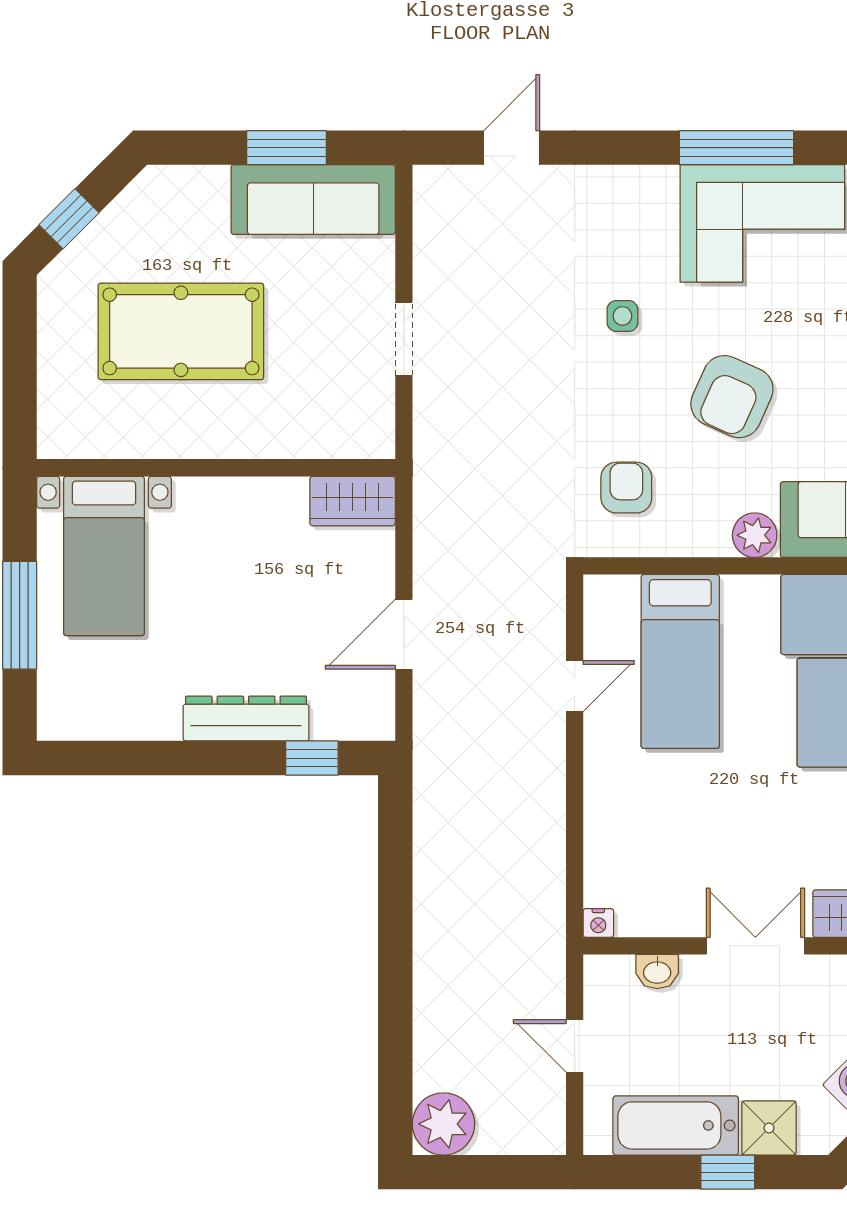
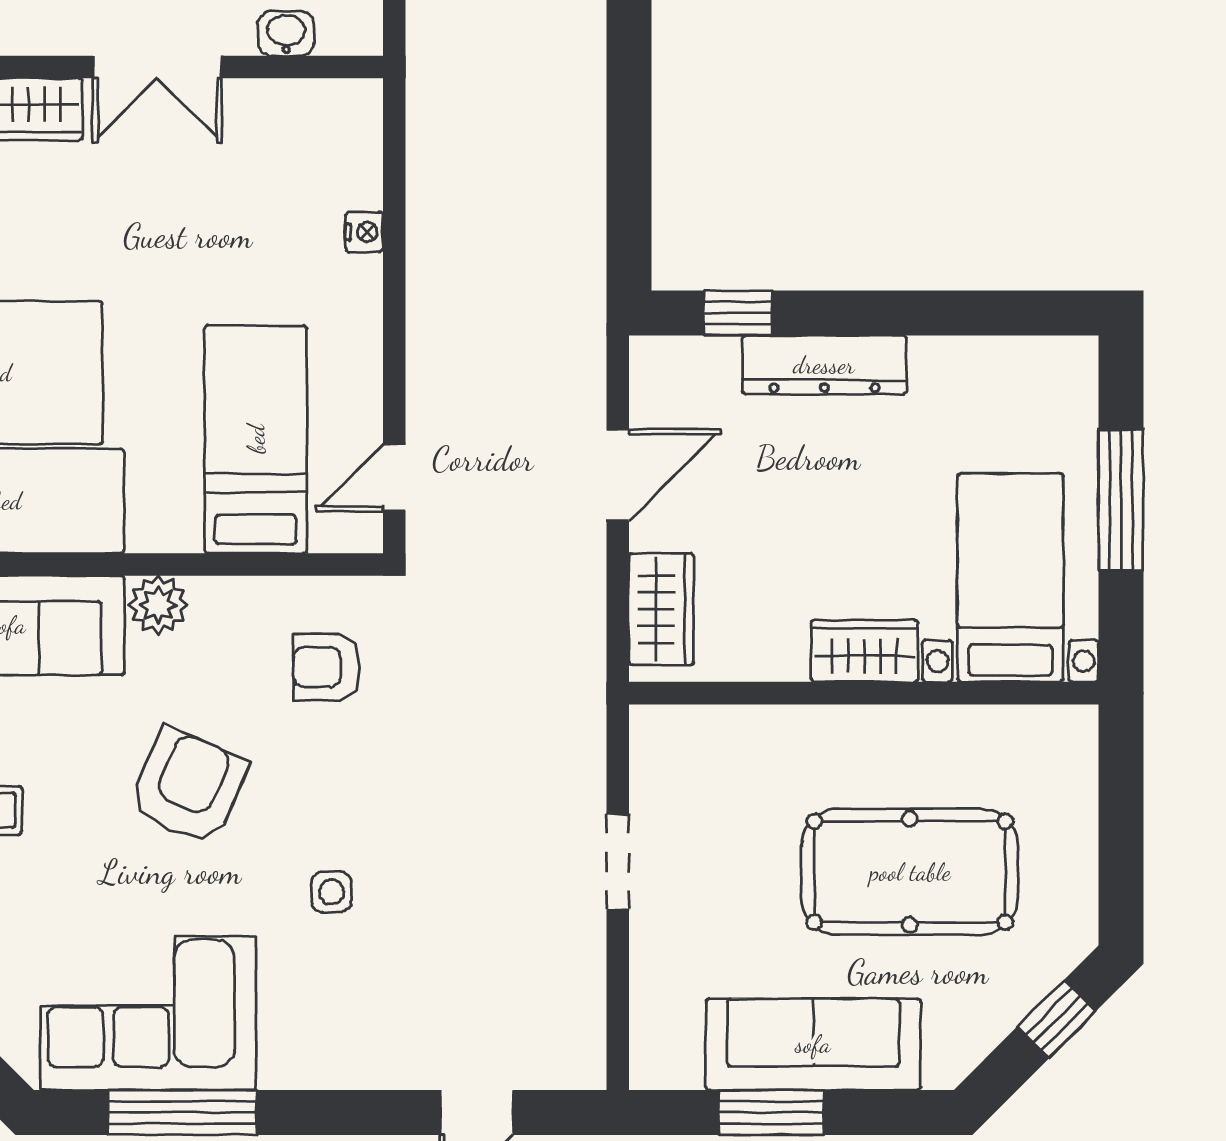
sofa: (313, 200) -> (813, 1044), moved
armchair: (626, 488) -> (326, 667), turned 90
wardrobe: (216, 500) -> (864, 651), added
wardrobe: (353, 501) -> (661, 609), moved, turned 90
door: (575, 686) -> (394, 478), moved
nightstand: (598, 923) -> (364, 232), moved, turned 90

